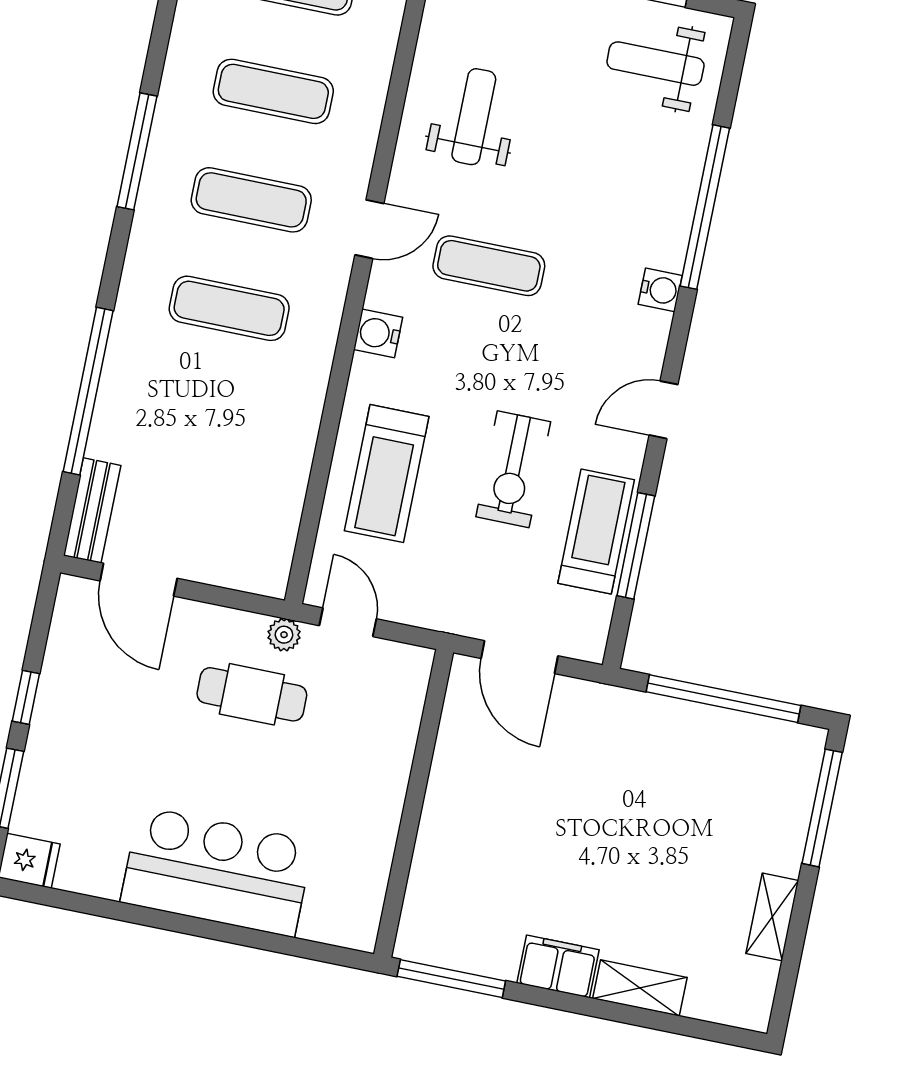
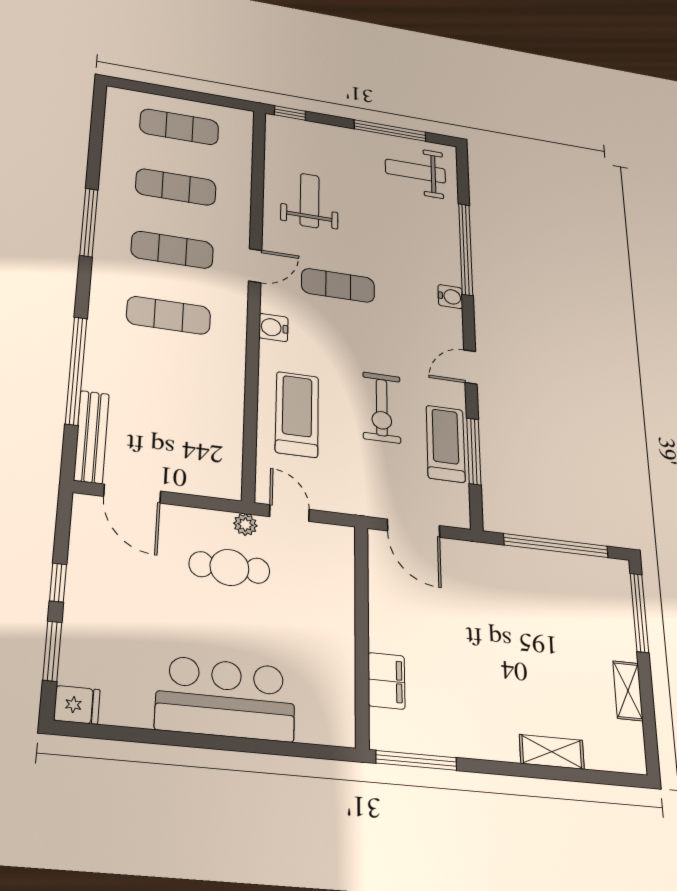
treadmill: (387, 474) -> (297, 414), turned 180
bench: (92, 510) -> (91, 437), width x1.36
filing cabinet: (558, 966) -> (386, 681), moved, turned 90

